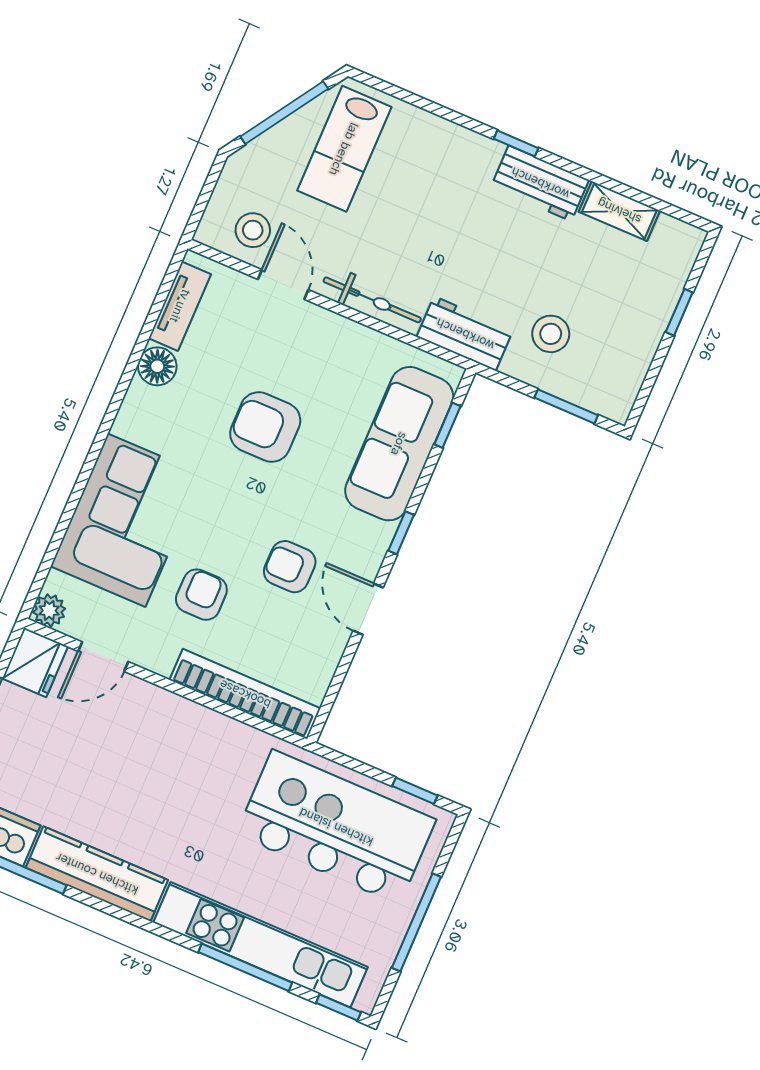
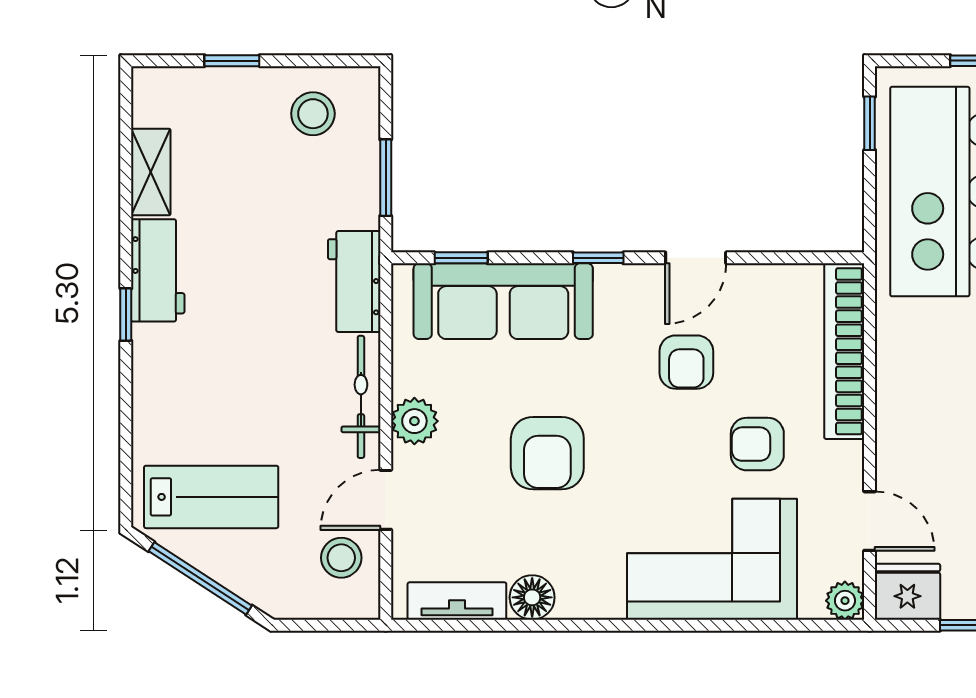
plant: (335, 334) -> (414, 421), added
stool: (551, 334) -> (313, 114), moved
window: (566, 406) -> (386, 178), moved

